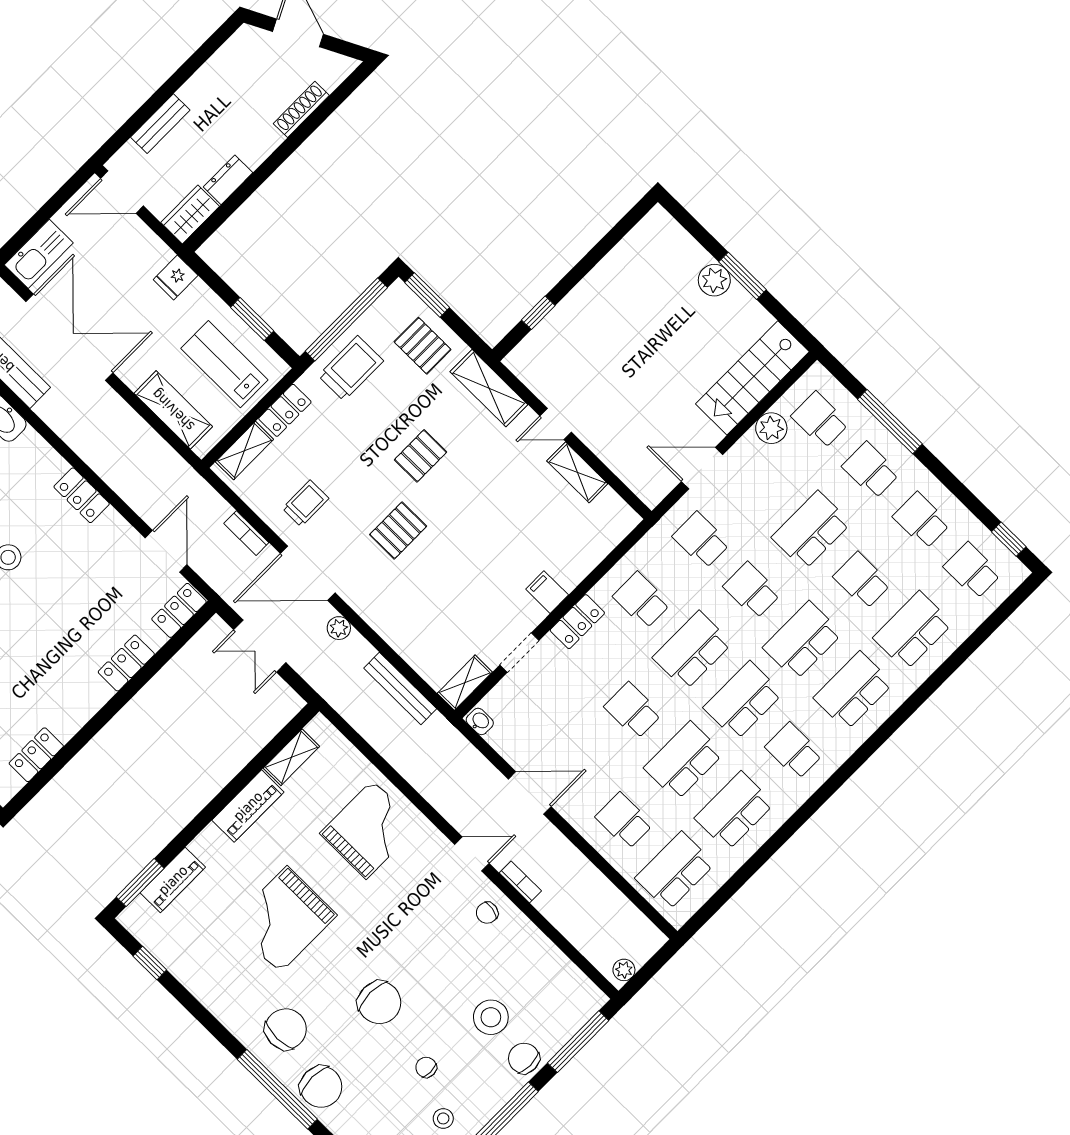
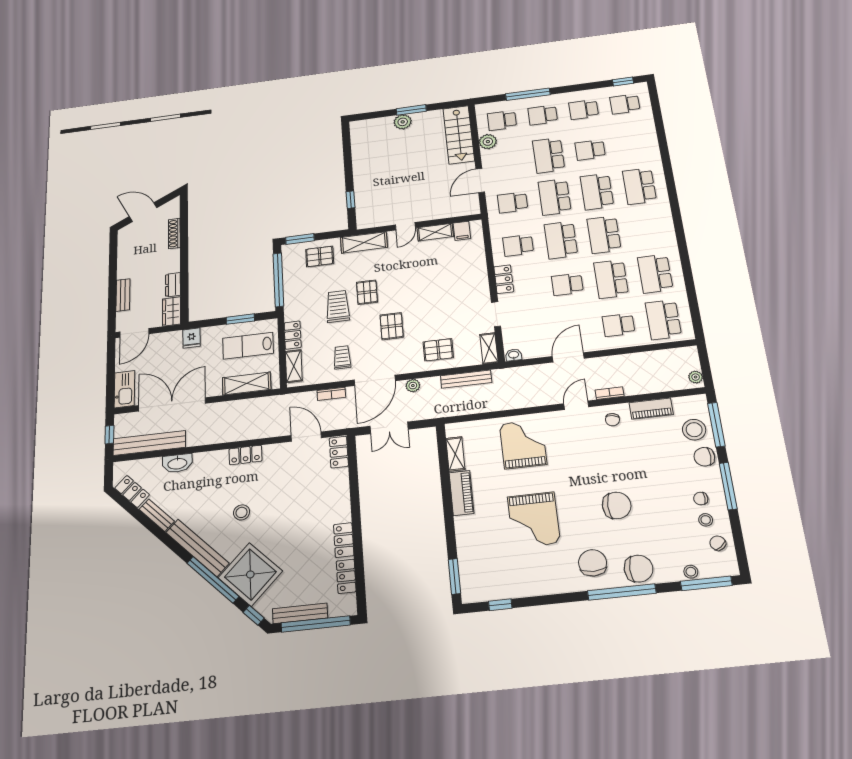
trolley: (351, 368) -> (338, 306), moved
school desk: (752, 590) -> (555, 197), width x1.85
filing cabinet: (547, 592) -> (462, 231), moved, turned -90
pallet: (412, 619) -> (438, 350), added
school desk: (913, 631) -> (632, 144), removed
locker: (126, 663) -> (344, 540), moved
school desk: (794, 751) -> (647, 229), removed
piano: (173, 880) -> (651, 409), moved, turned 90
stool: (491, 1017) -> (694, 430), moved
chair: (426, 1067) -> (701, 499), moved

